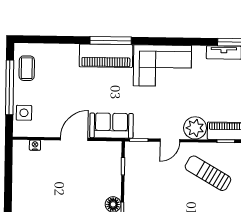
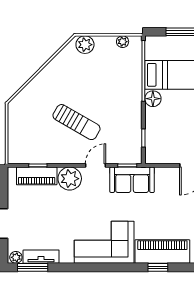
window: (111, 41) -> (158, 267), width x0.46
sofa: (111, 126) -> (132, 180), moved
sun lounger: (208, 173) -> (77, 122), moved

